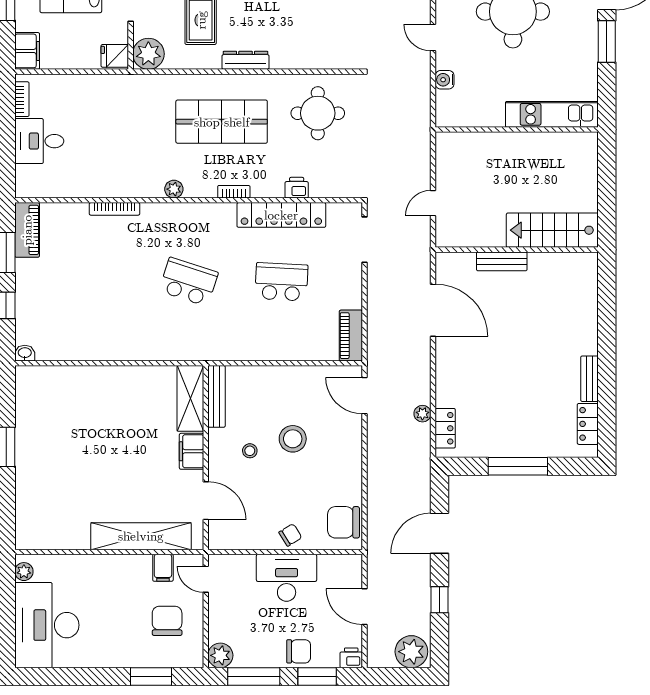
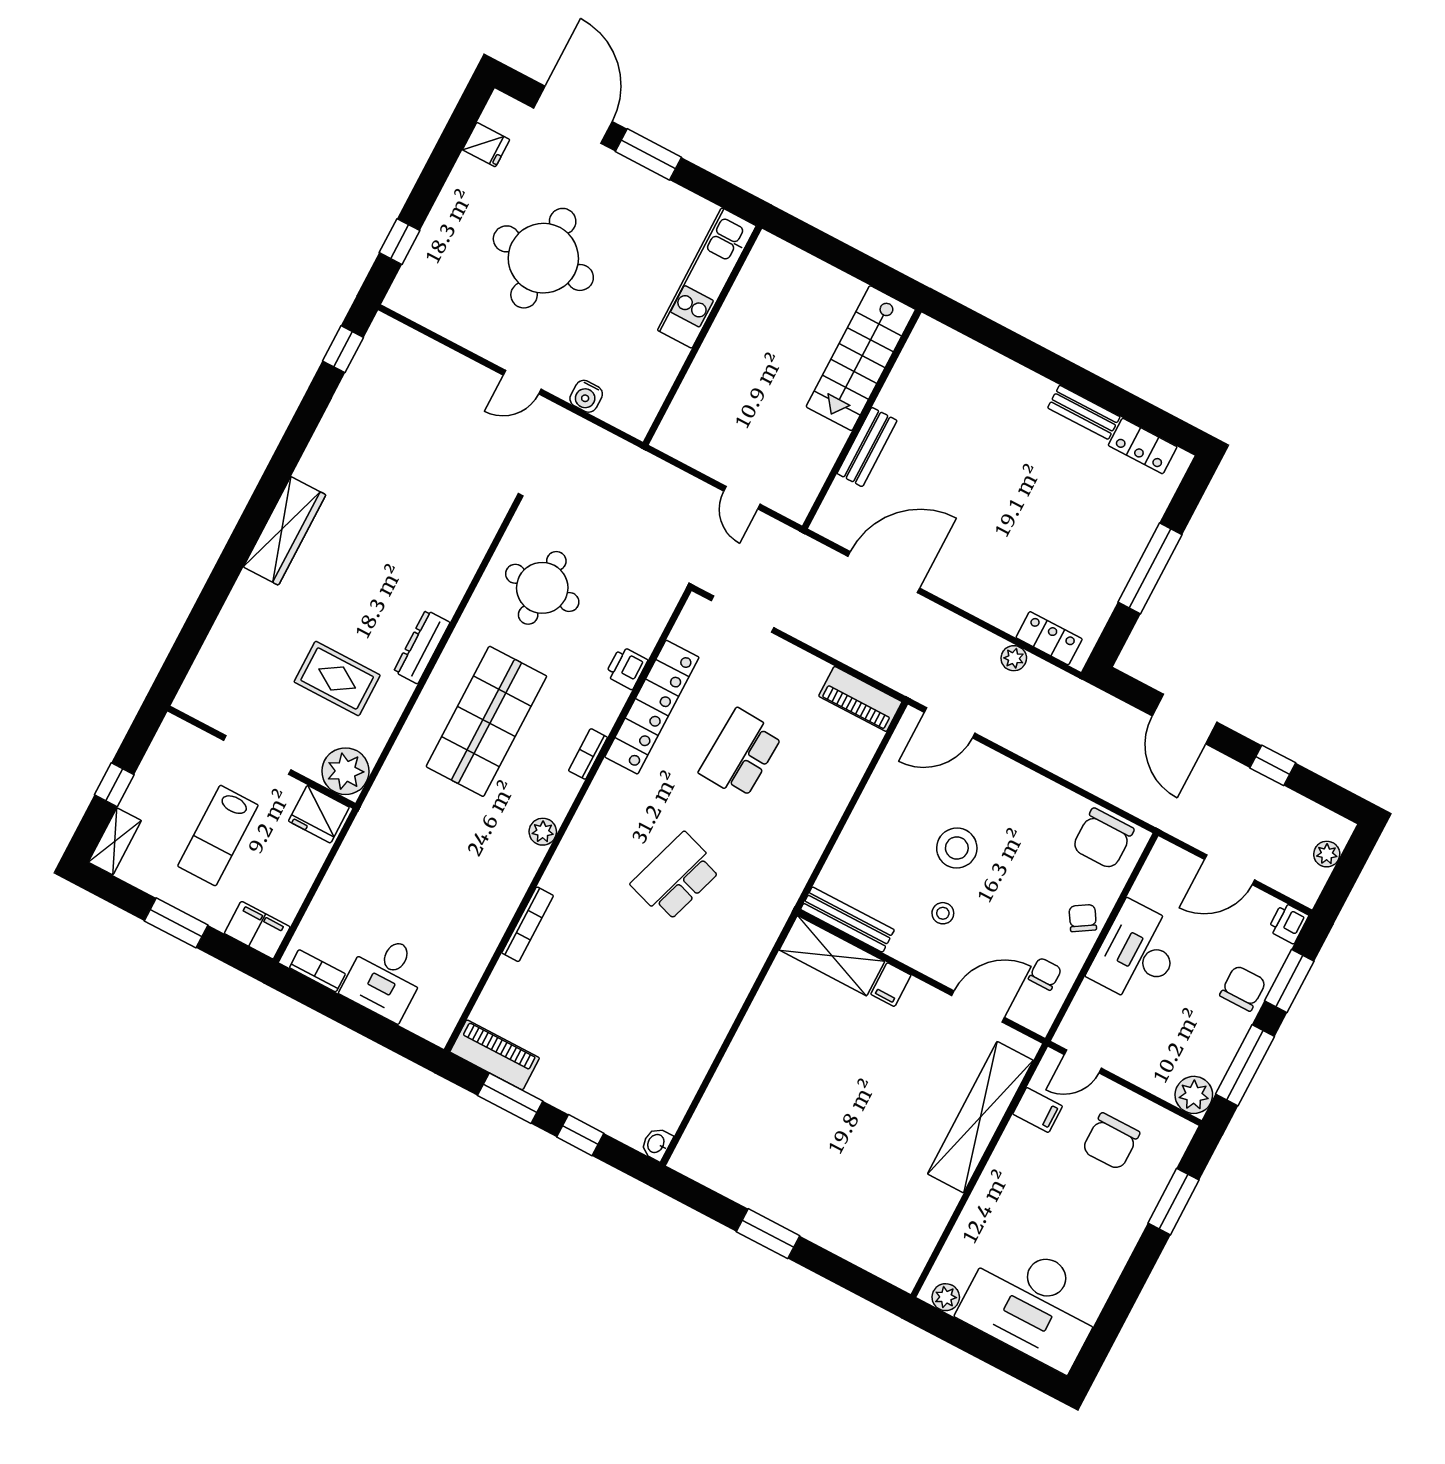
fridge: (115, 56) -> (319, 814), width x1.38
filing cabinet: (192, 451) -> (891, 985), width x0.50
chair: (246, 530) -> (1045, 974), added
chair: (167, 621) -> (1111, 1141), turned -90
plant: (411, 652) -> (1327, 854), width x0.53, depth x0.53

